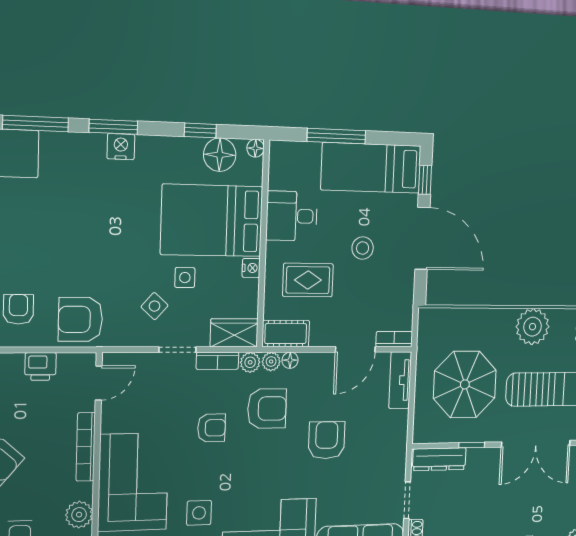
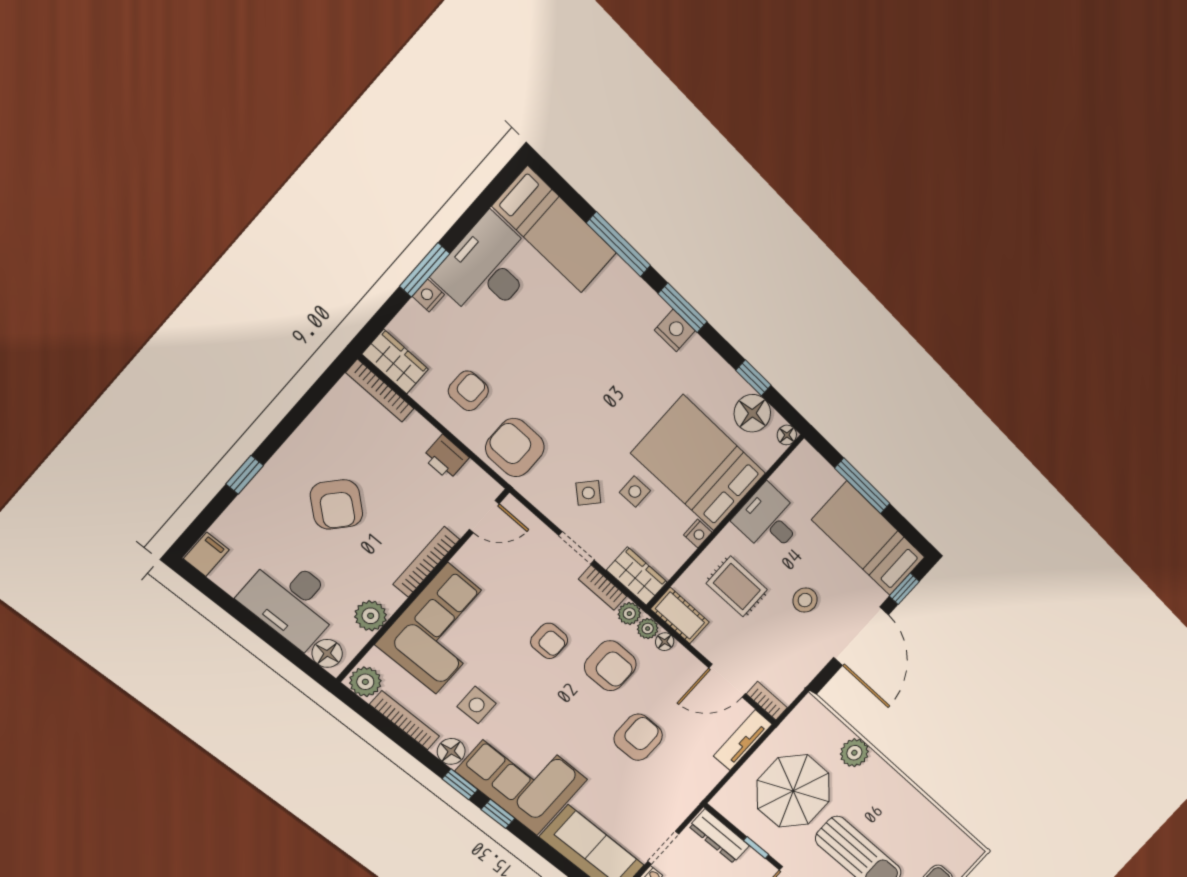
plant: (533, 327) -> (854, 753), moved, width x0.73, depth x0.73

